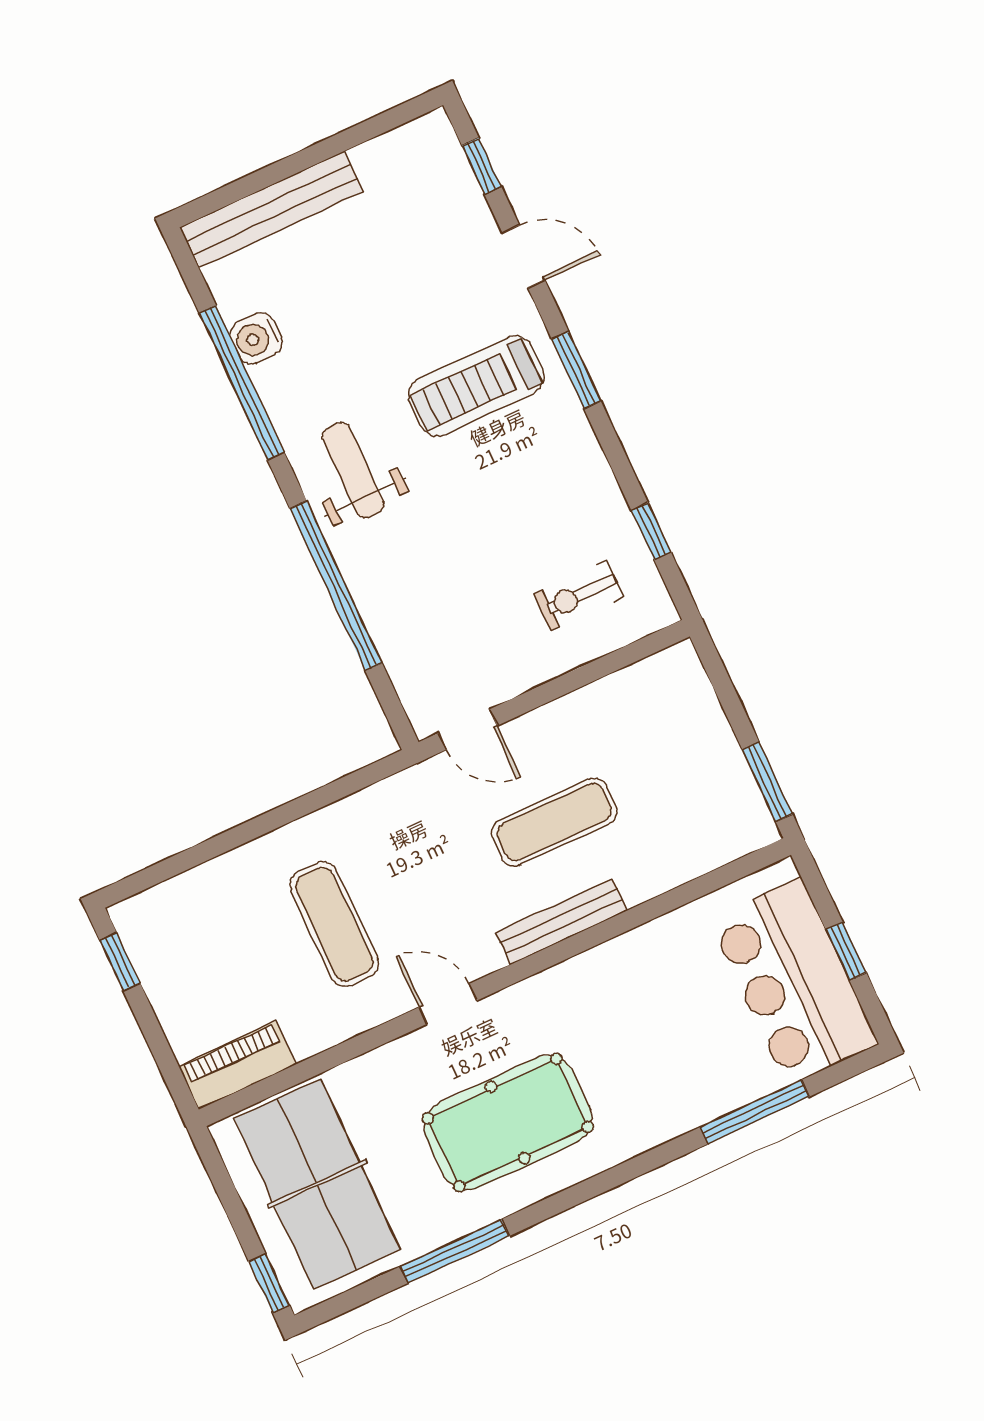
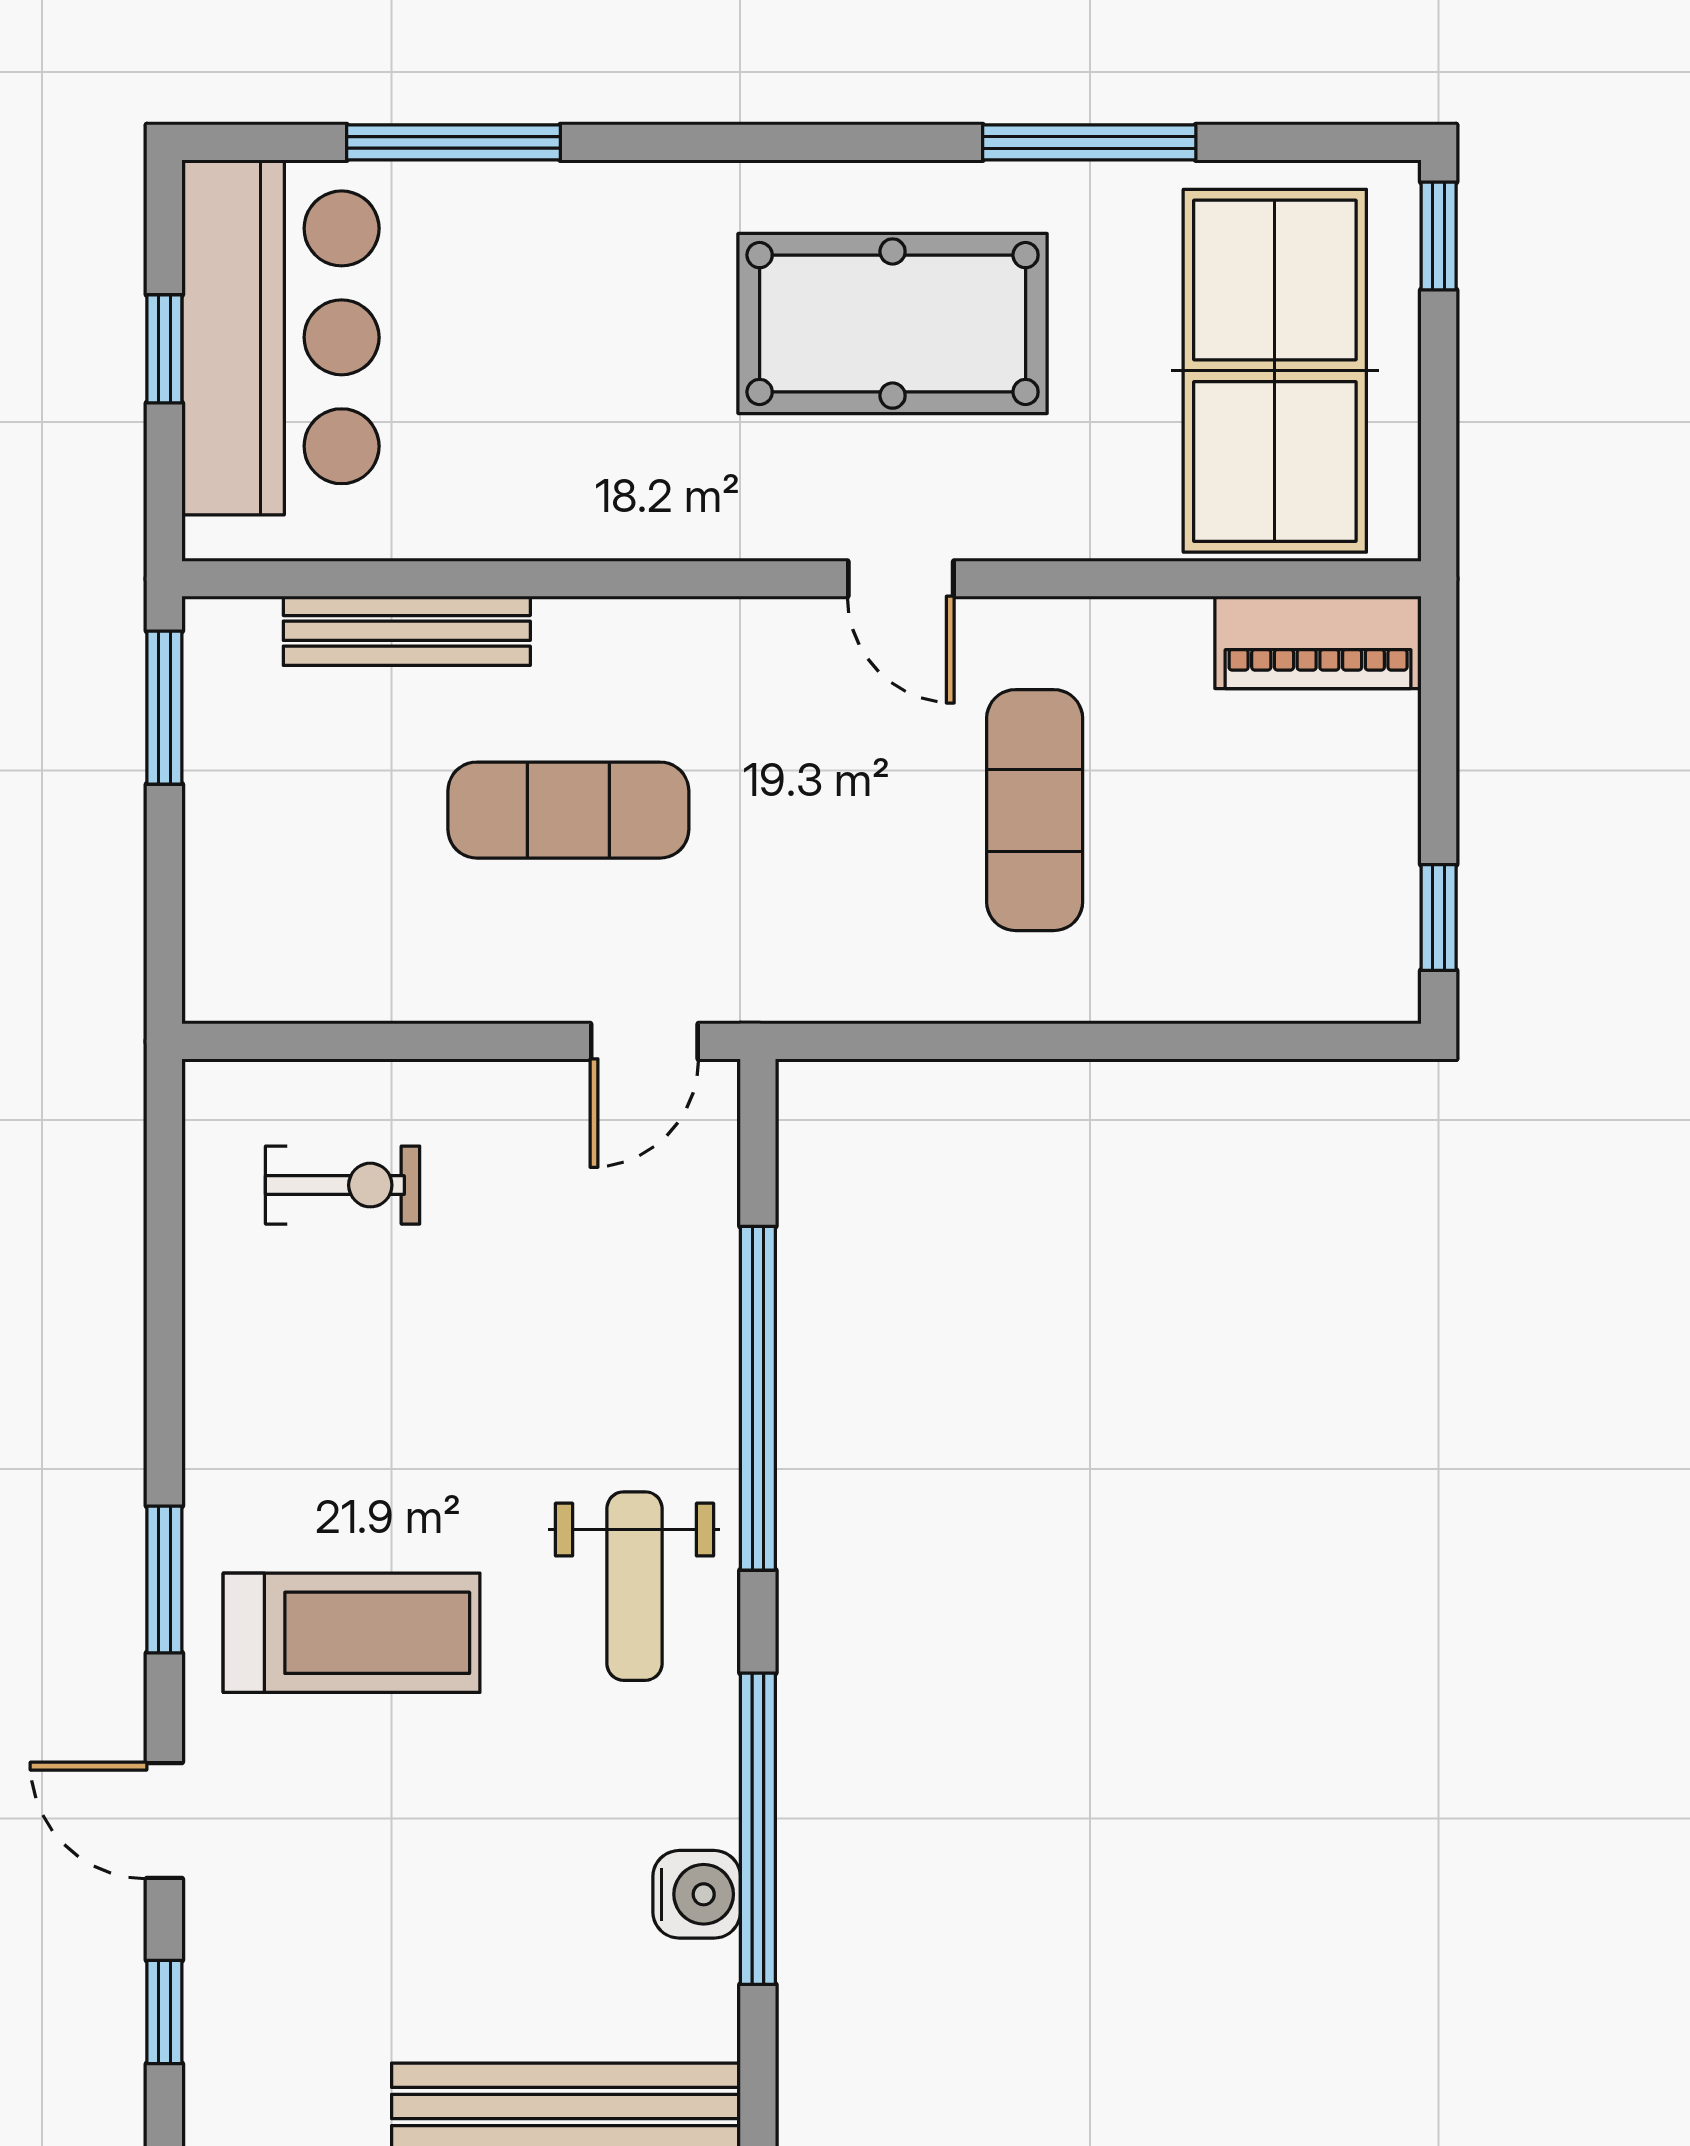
window: (651, 531) -> (164, 1238), removed
door: (468, 729) -> (644, 1041), swing flipped
bench: (561, 921) -> (407, 631), moved

